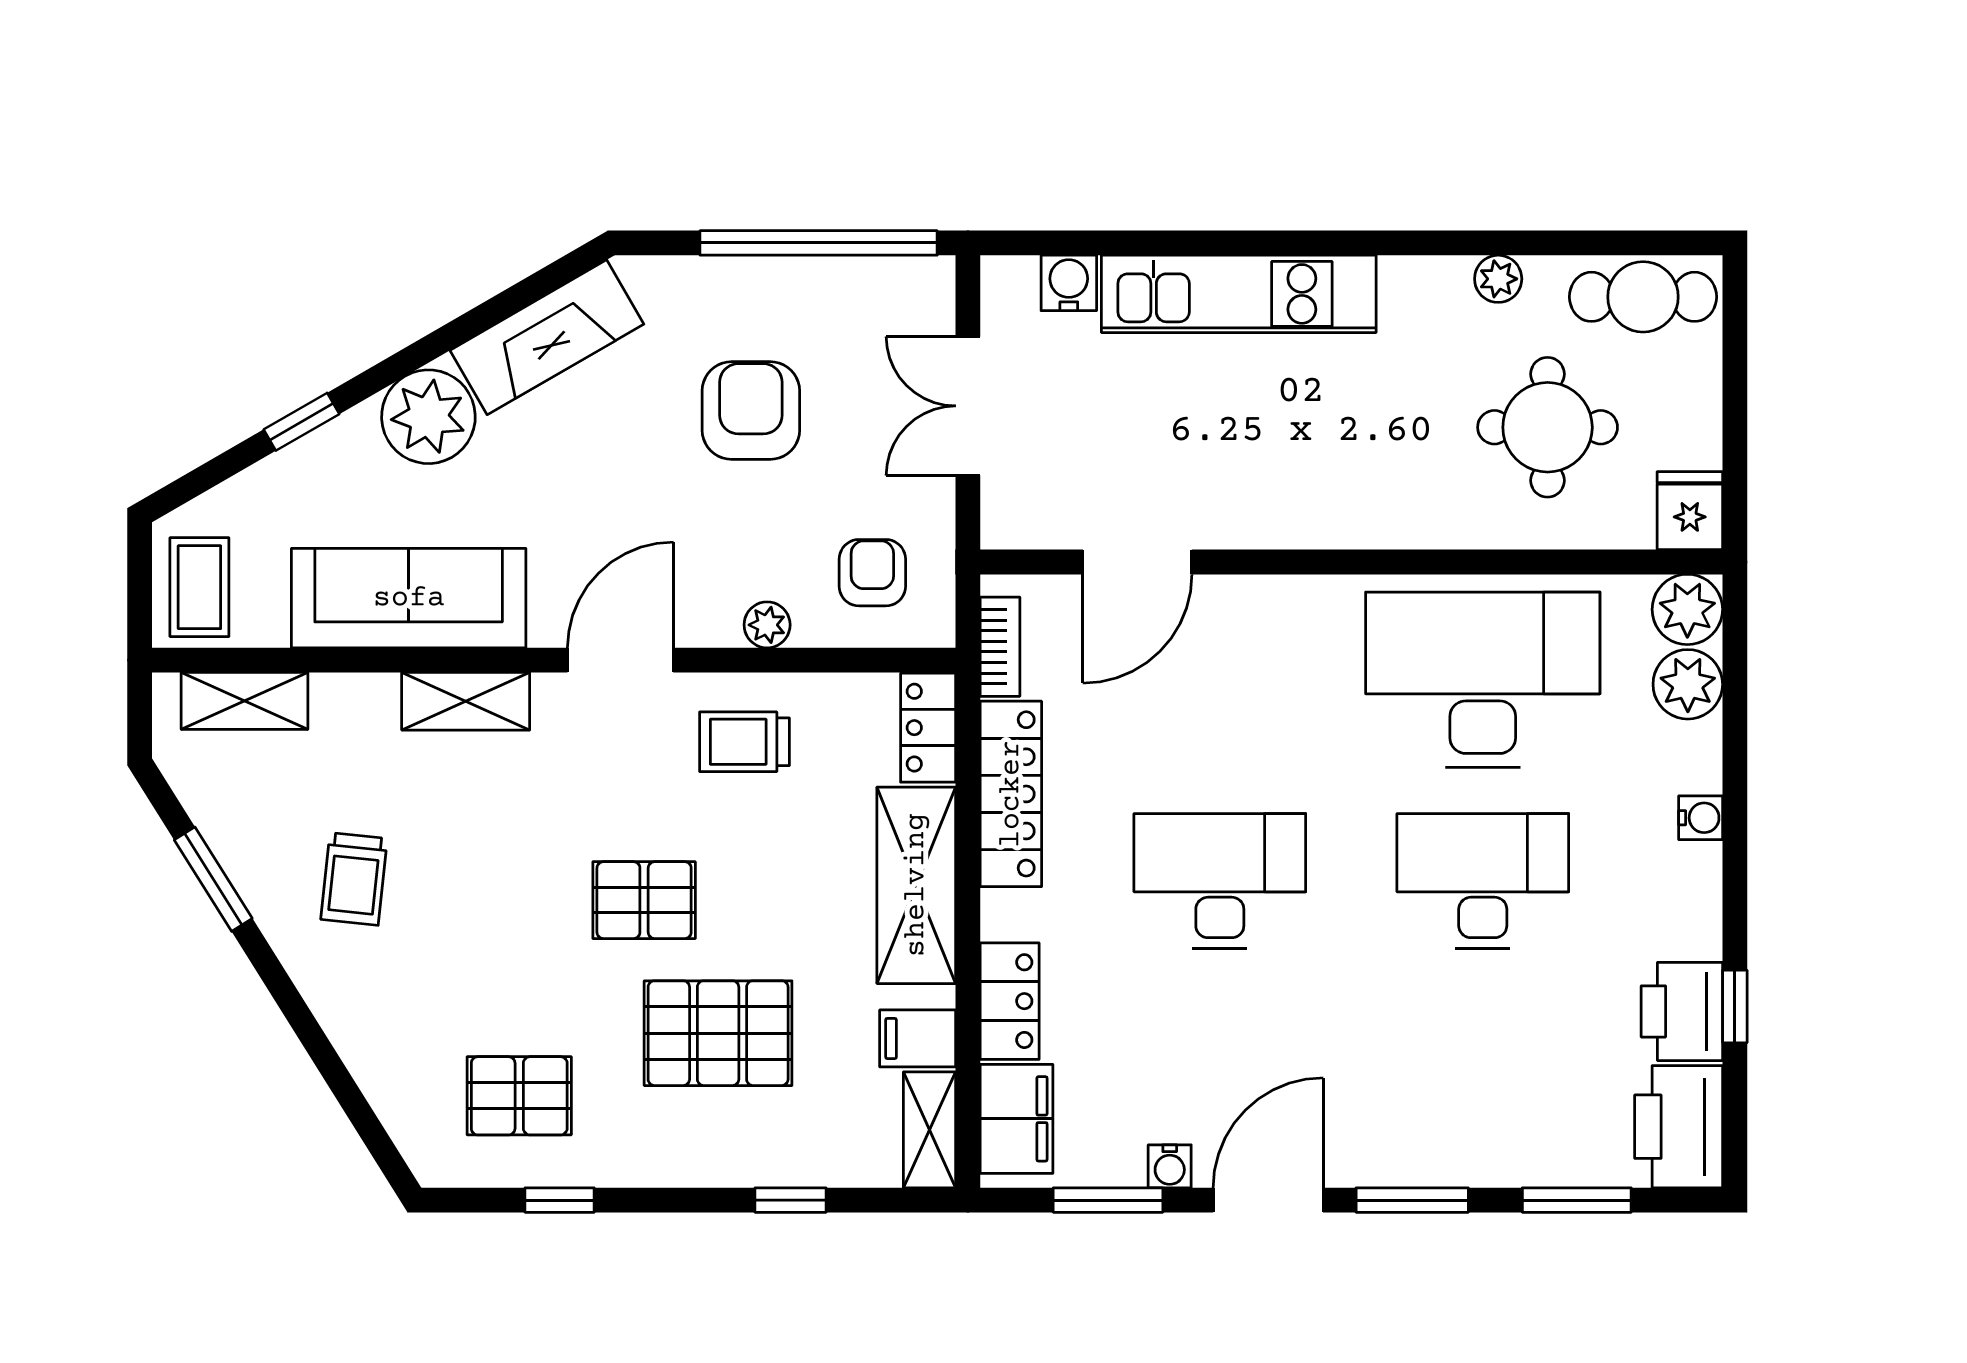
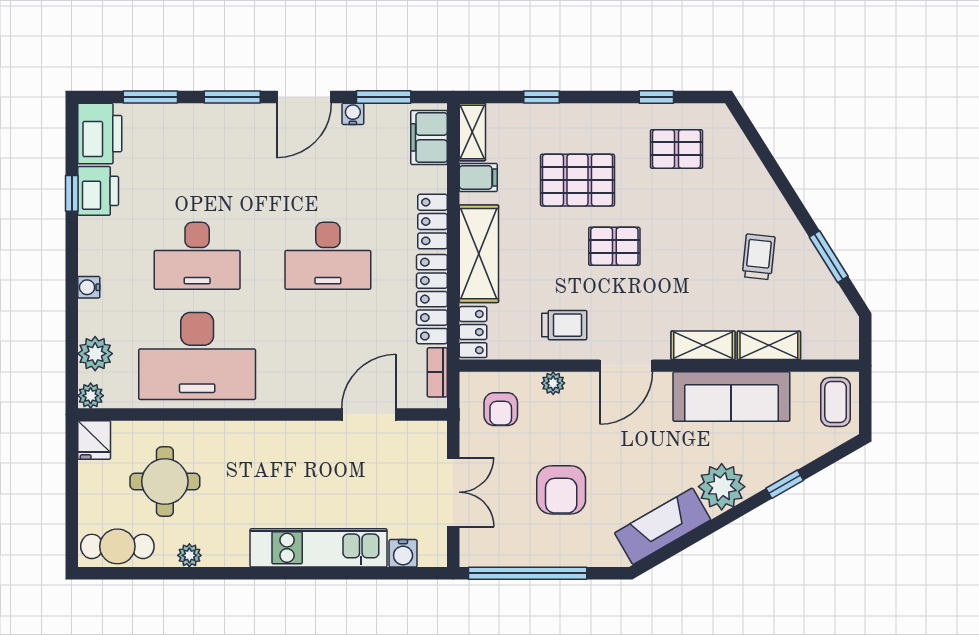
plant: (1687, 609) -> (91, 396), width x0.73, depth x0.73
shelving: (244, 701) -> (769, 345), moved
locker: (1010, 1001) -> (432, 222), moved

